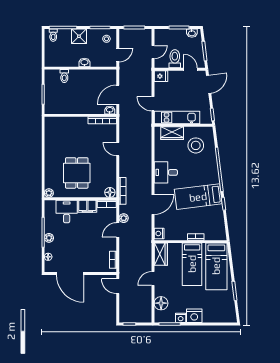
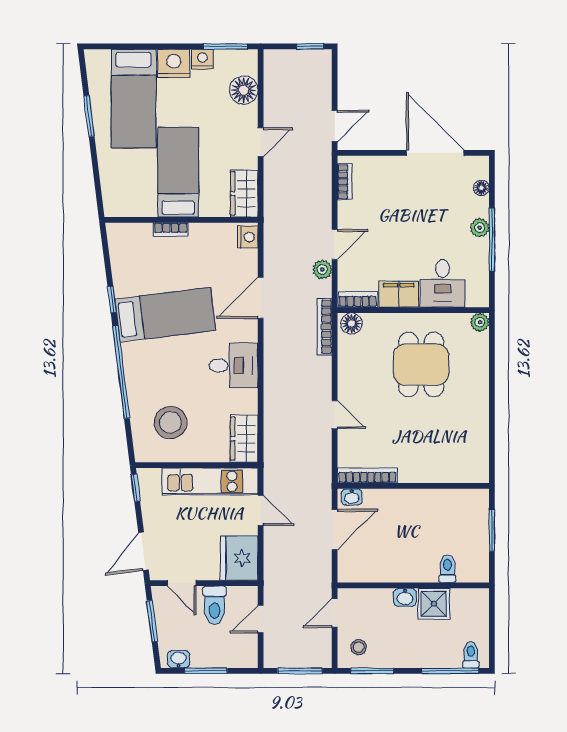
shower: (79, 36) -> (434, 604), moved
fridge: (161, 76) -> (239, 558), width x1.88, depth x1.34
wardrobe: (172, 133) -> (244, 439), moved, turned -90
bed: (216, 266) -> (134, 99), moved, turned 180
door: (118, 286) -> (335, 126), hinge flipped

